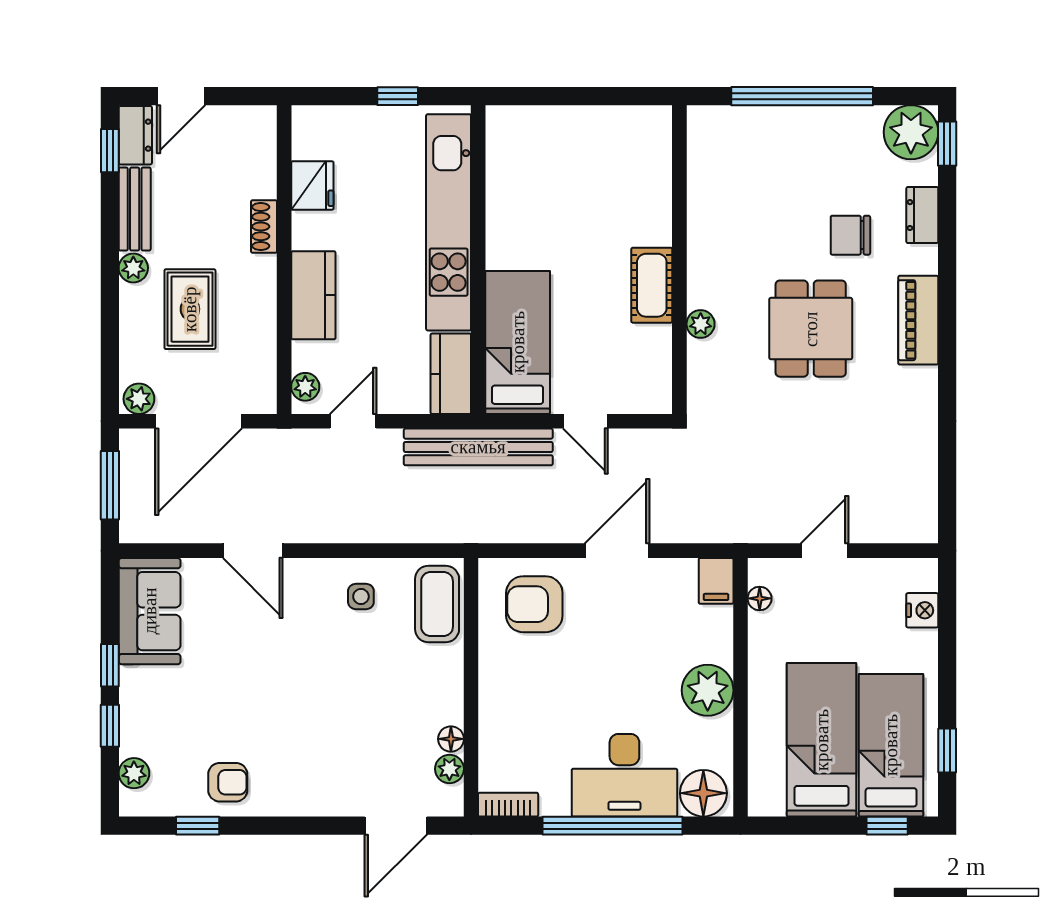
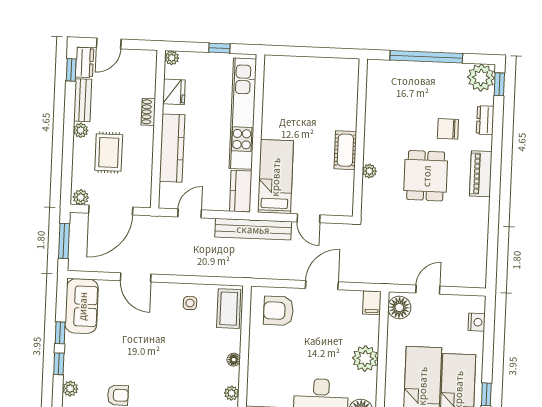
kitchen counter: (313, 295) -> (172, 148), width x1.50
plant: (305, 387) -> (172, 58), moved
floor lamp: (760, 598) -> (399, 307), width x1.89, depth x1.89
floor lamp: (451, 739) -> (234, 360), moved

